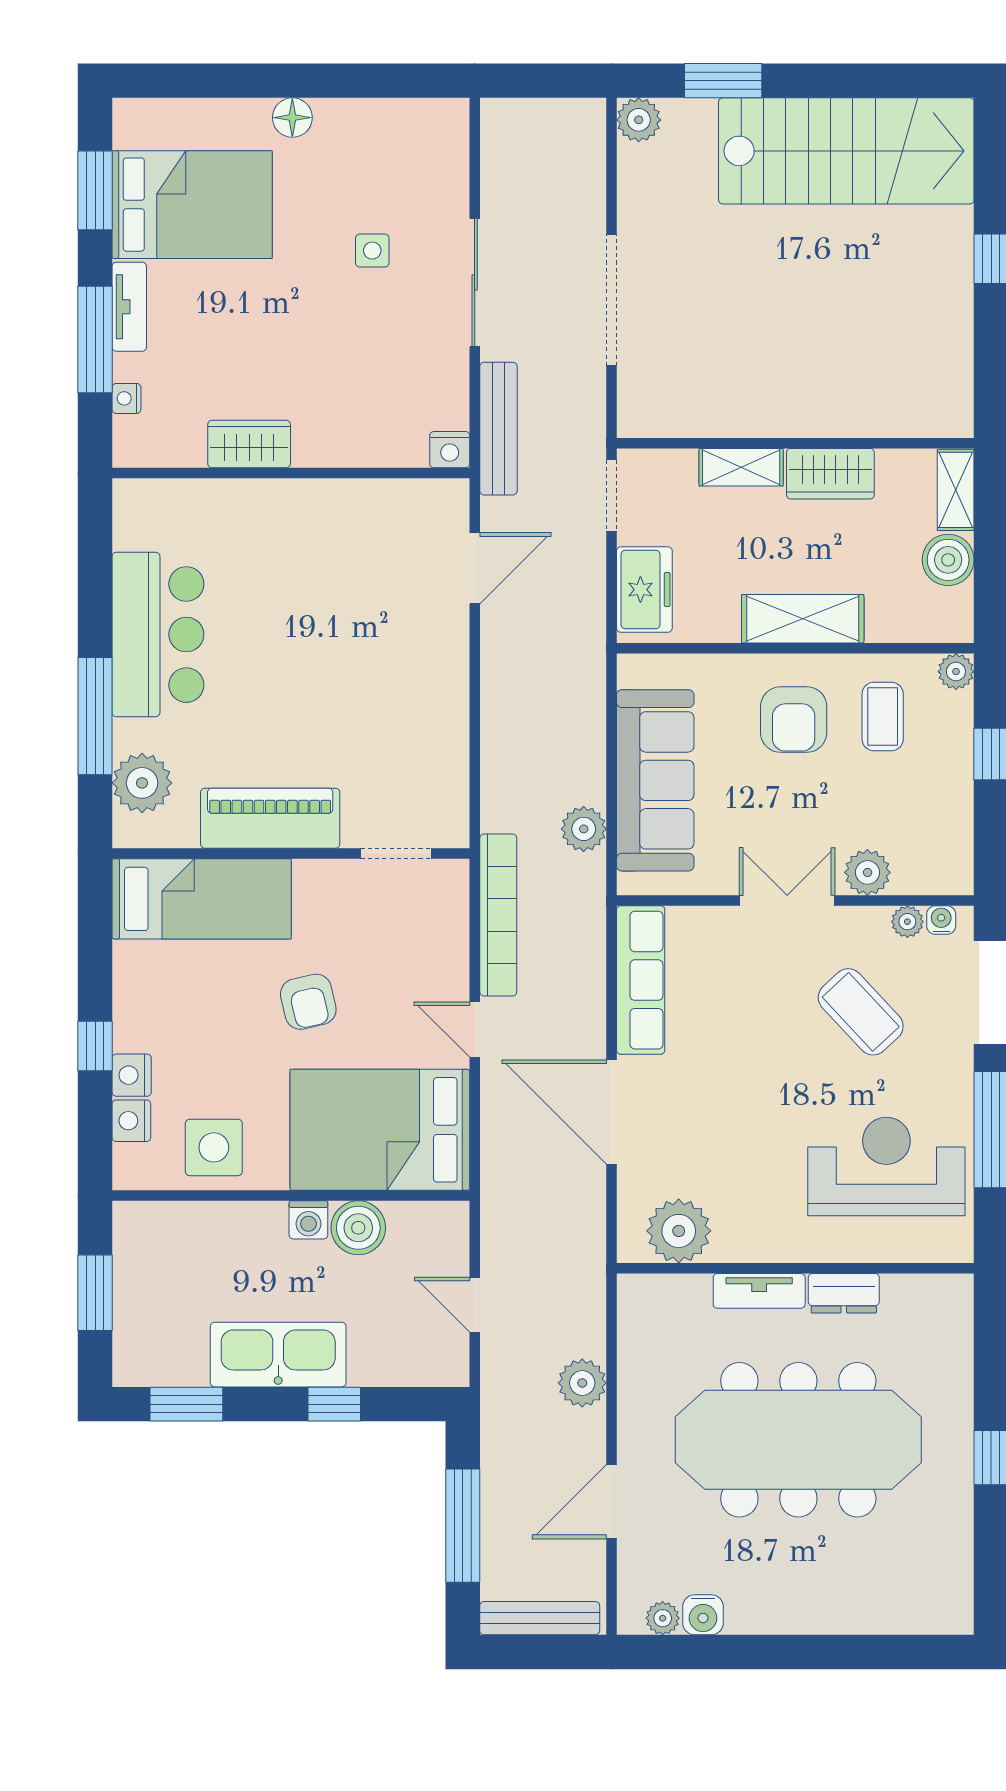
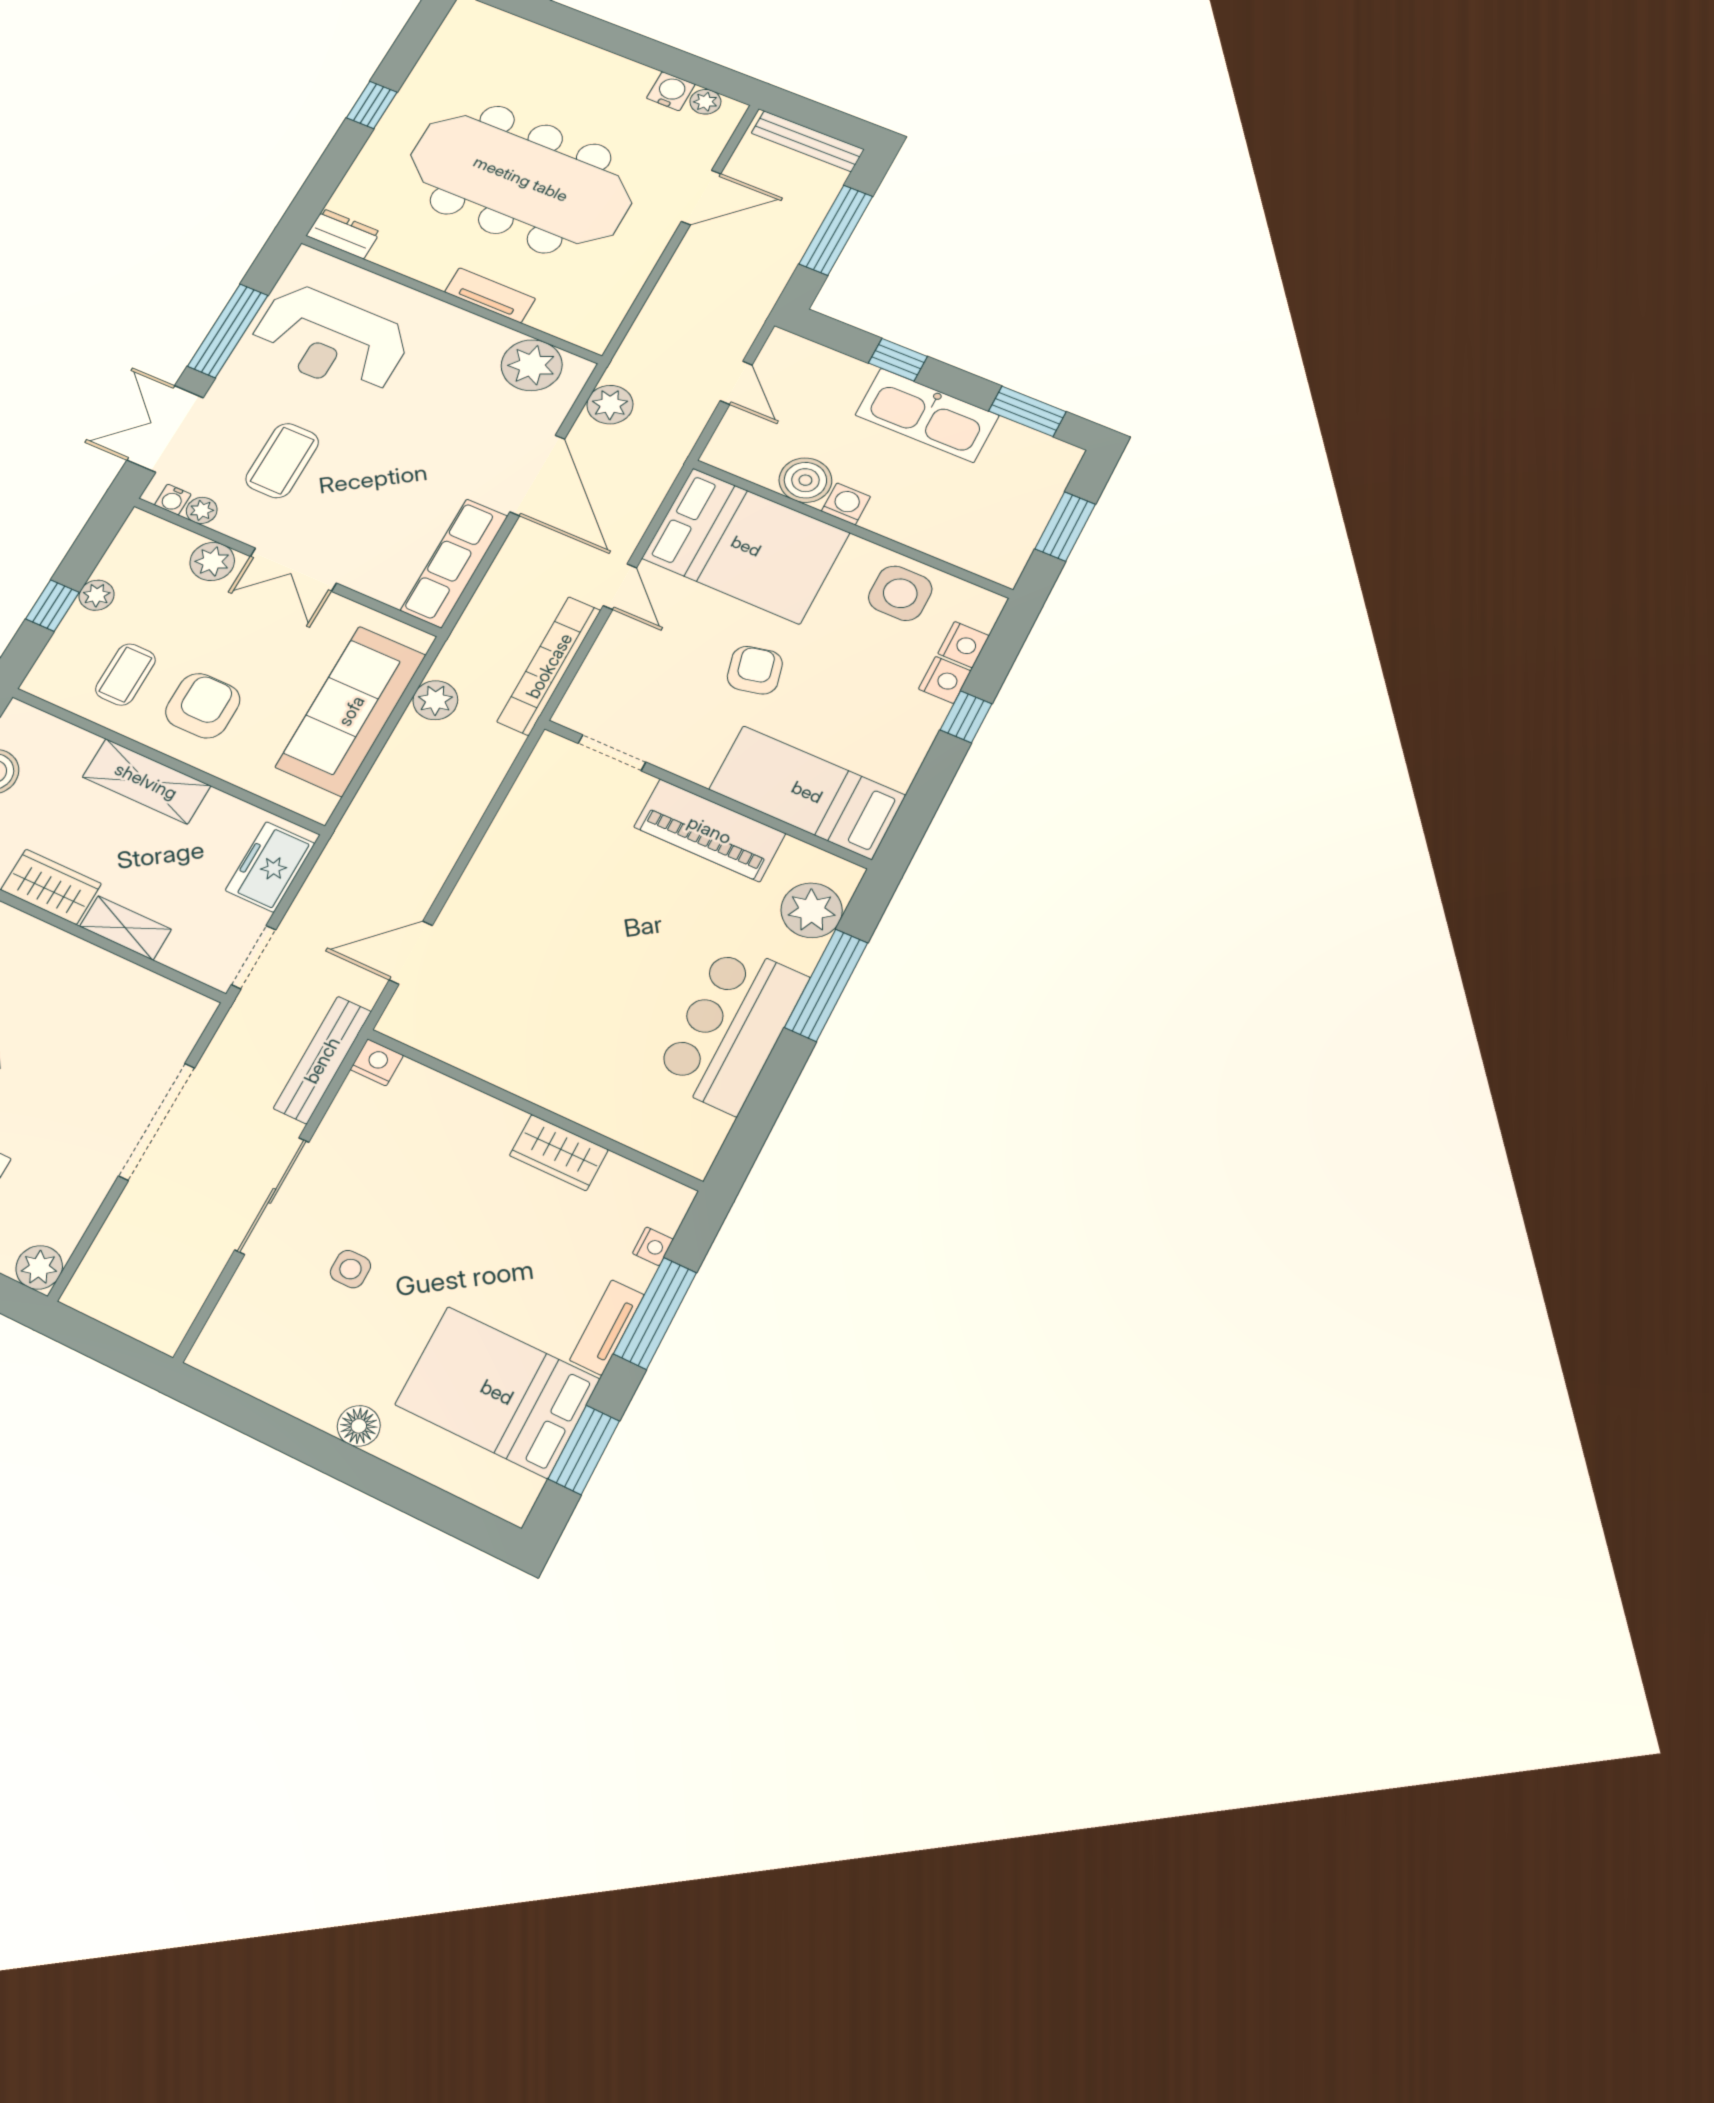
plant: (956, 672) -> (97, 595), moved
coffee table: (861, 1012) -> (282, 461), turned 43
dresser: (844, 1293) -> (343, 234), moved
plant: (582, 1383) -> (610, 405), moved

